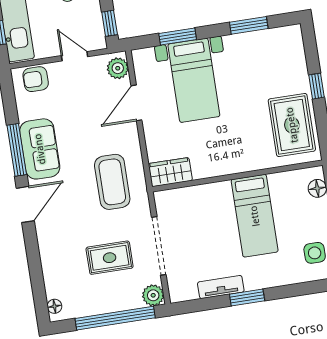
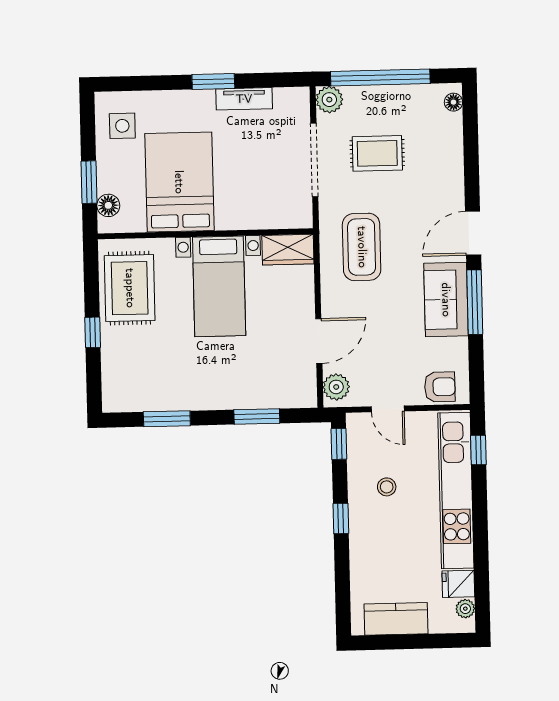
bed with nightstands: (194, 80) -> (219, 286), moved, turned 180
bed: (255, 216) -> (179, 182), width x1.50

